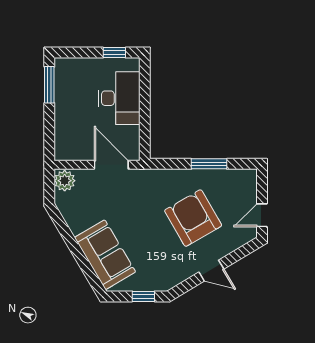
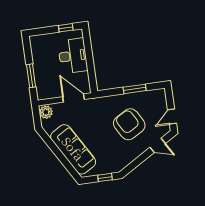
window: (49, 85) -> (31, 76), moved
sofa: (105, 255) -> (73, 149), width x1.36
door: (211, 271) -> (158, 145), moved

